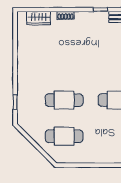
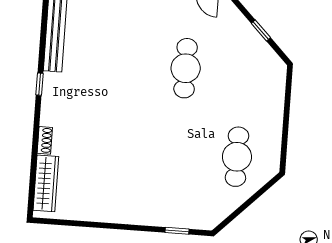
wardrobe: (39, 18) -> (46, 183), width x1.50
cafe table: (64, 100) -> (179, 152), removed

